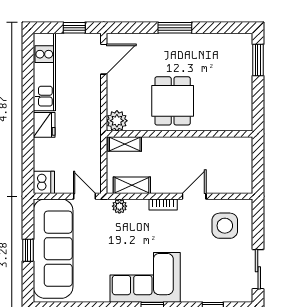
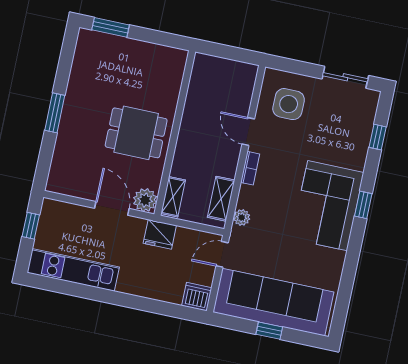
door: (104, 59) -> (112, 208), moved
fridge: (44, 125) -> (160, 234), moved, turned 180

